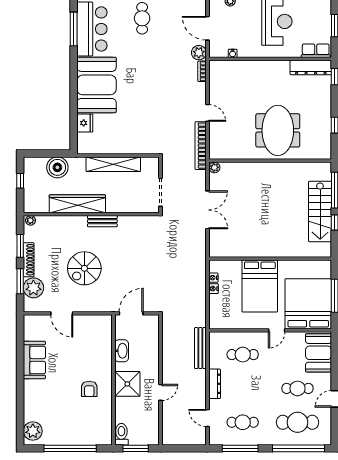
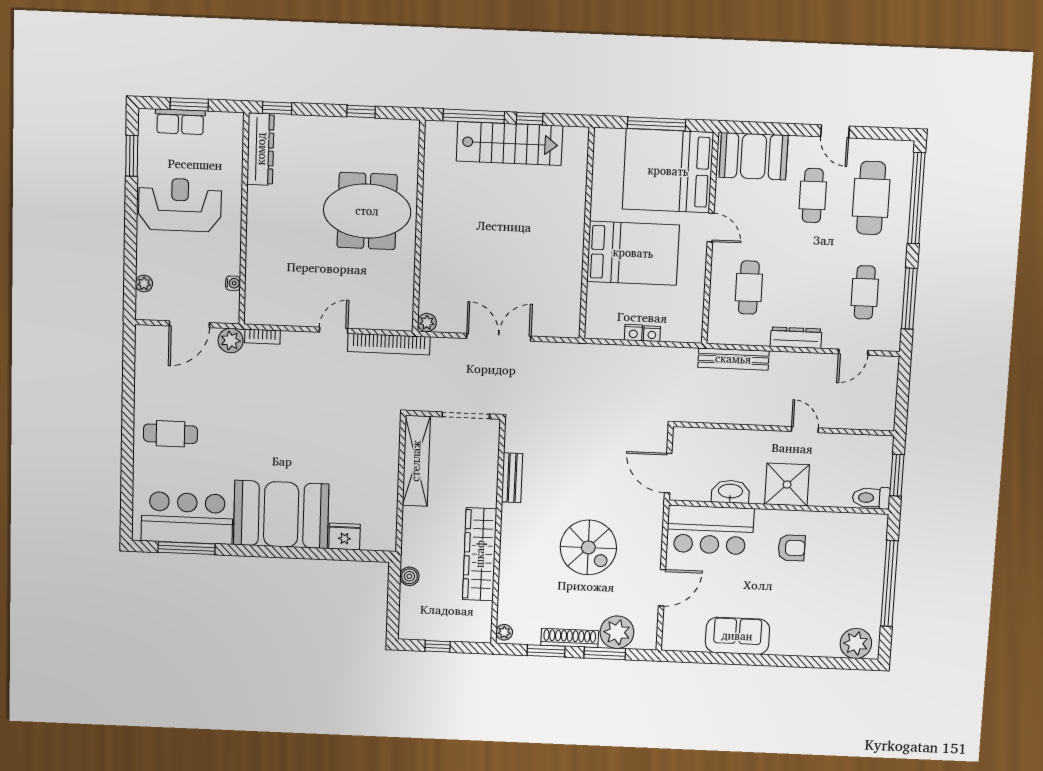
row of seats: (316, 51) -> (180, 122), moved, turned -90
shelving: (113, 164) -> (416, 461), moved
boiler: (57, 167) -> (409, 576), width x0.54, depth x0.54
bench: (102, 221) -> (512, 478), moved
nightstand: (213, 278) -> (652, 334), moved
bar counter: (98, 340) -> (710, 530), added

